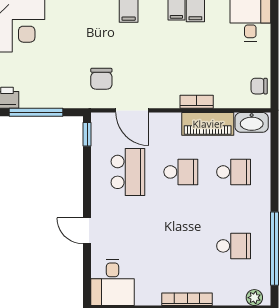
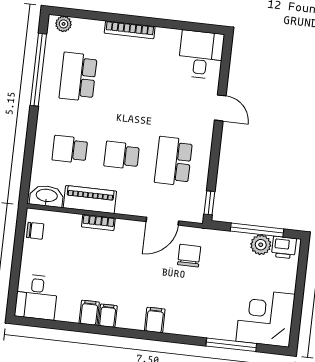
plant: (31, 98) -> (261, 245), added
door: (132, 110) -> (162, 221), swing flipped
school desk: (234, 246) -> (78, 77), width x1.85

